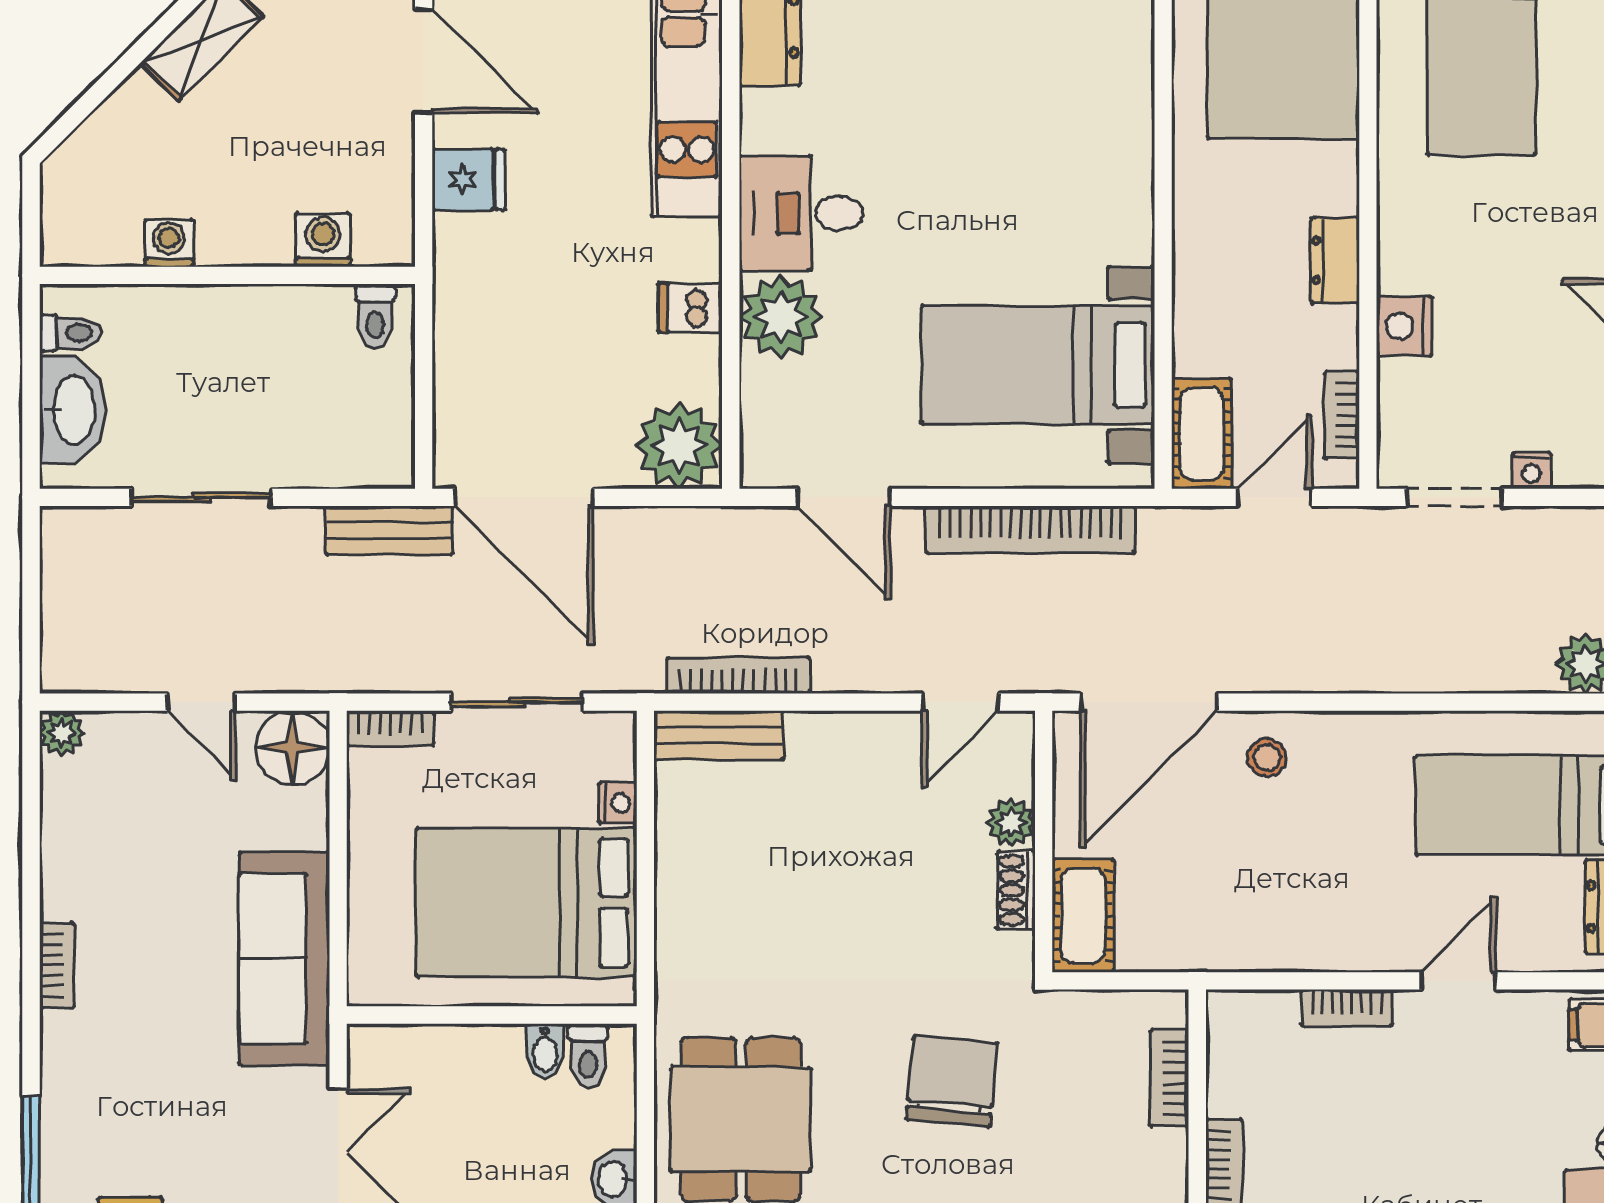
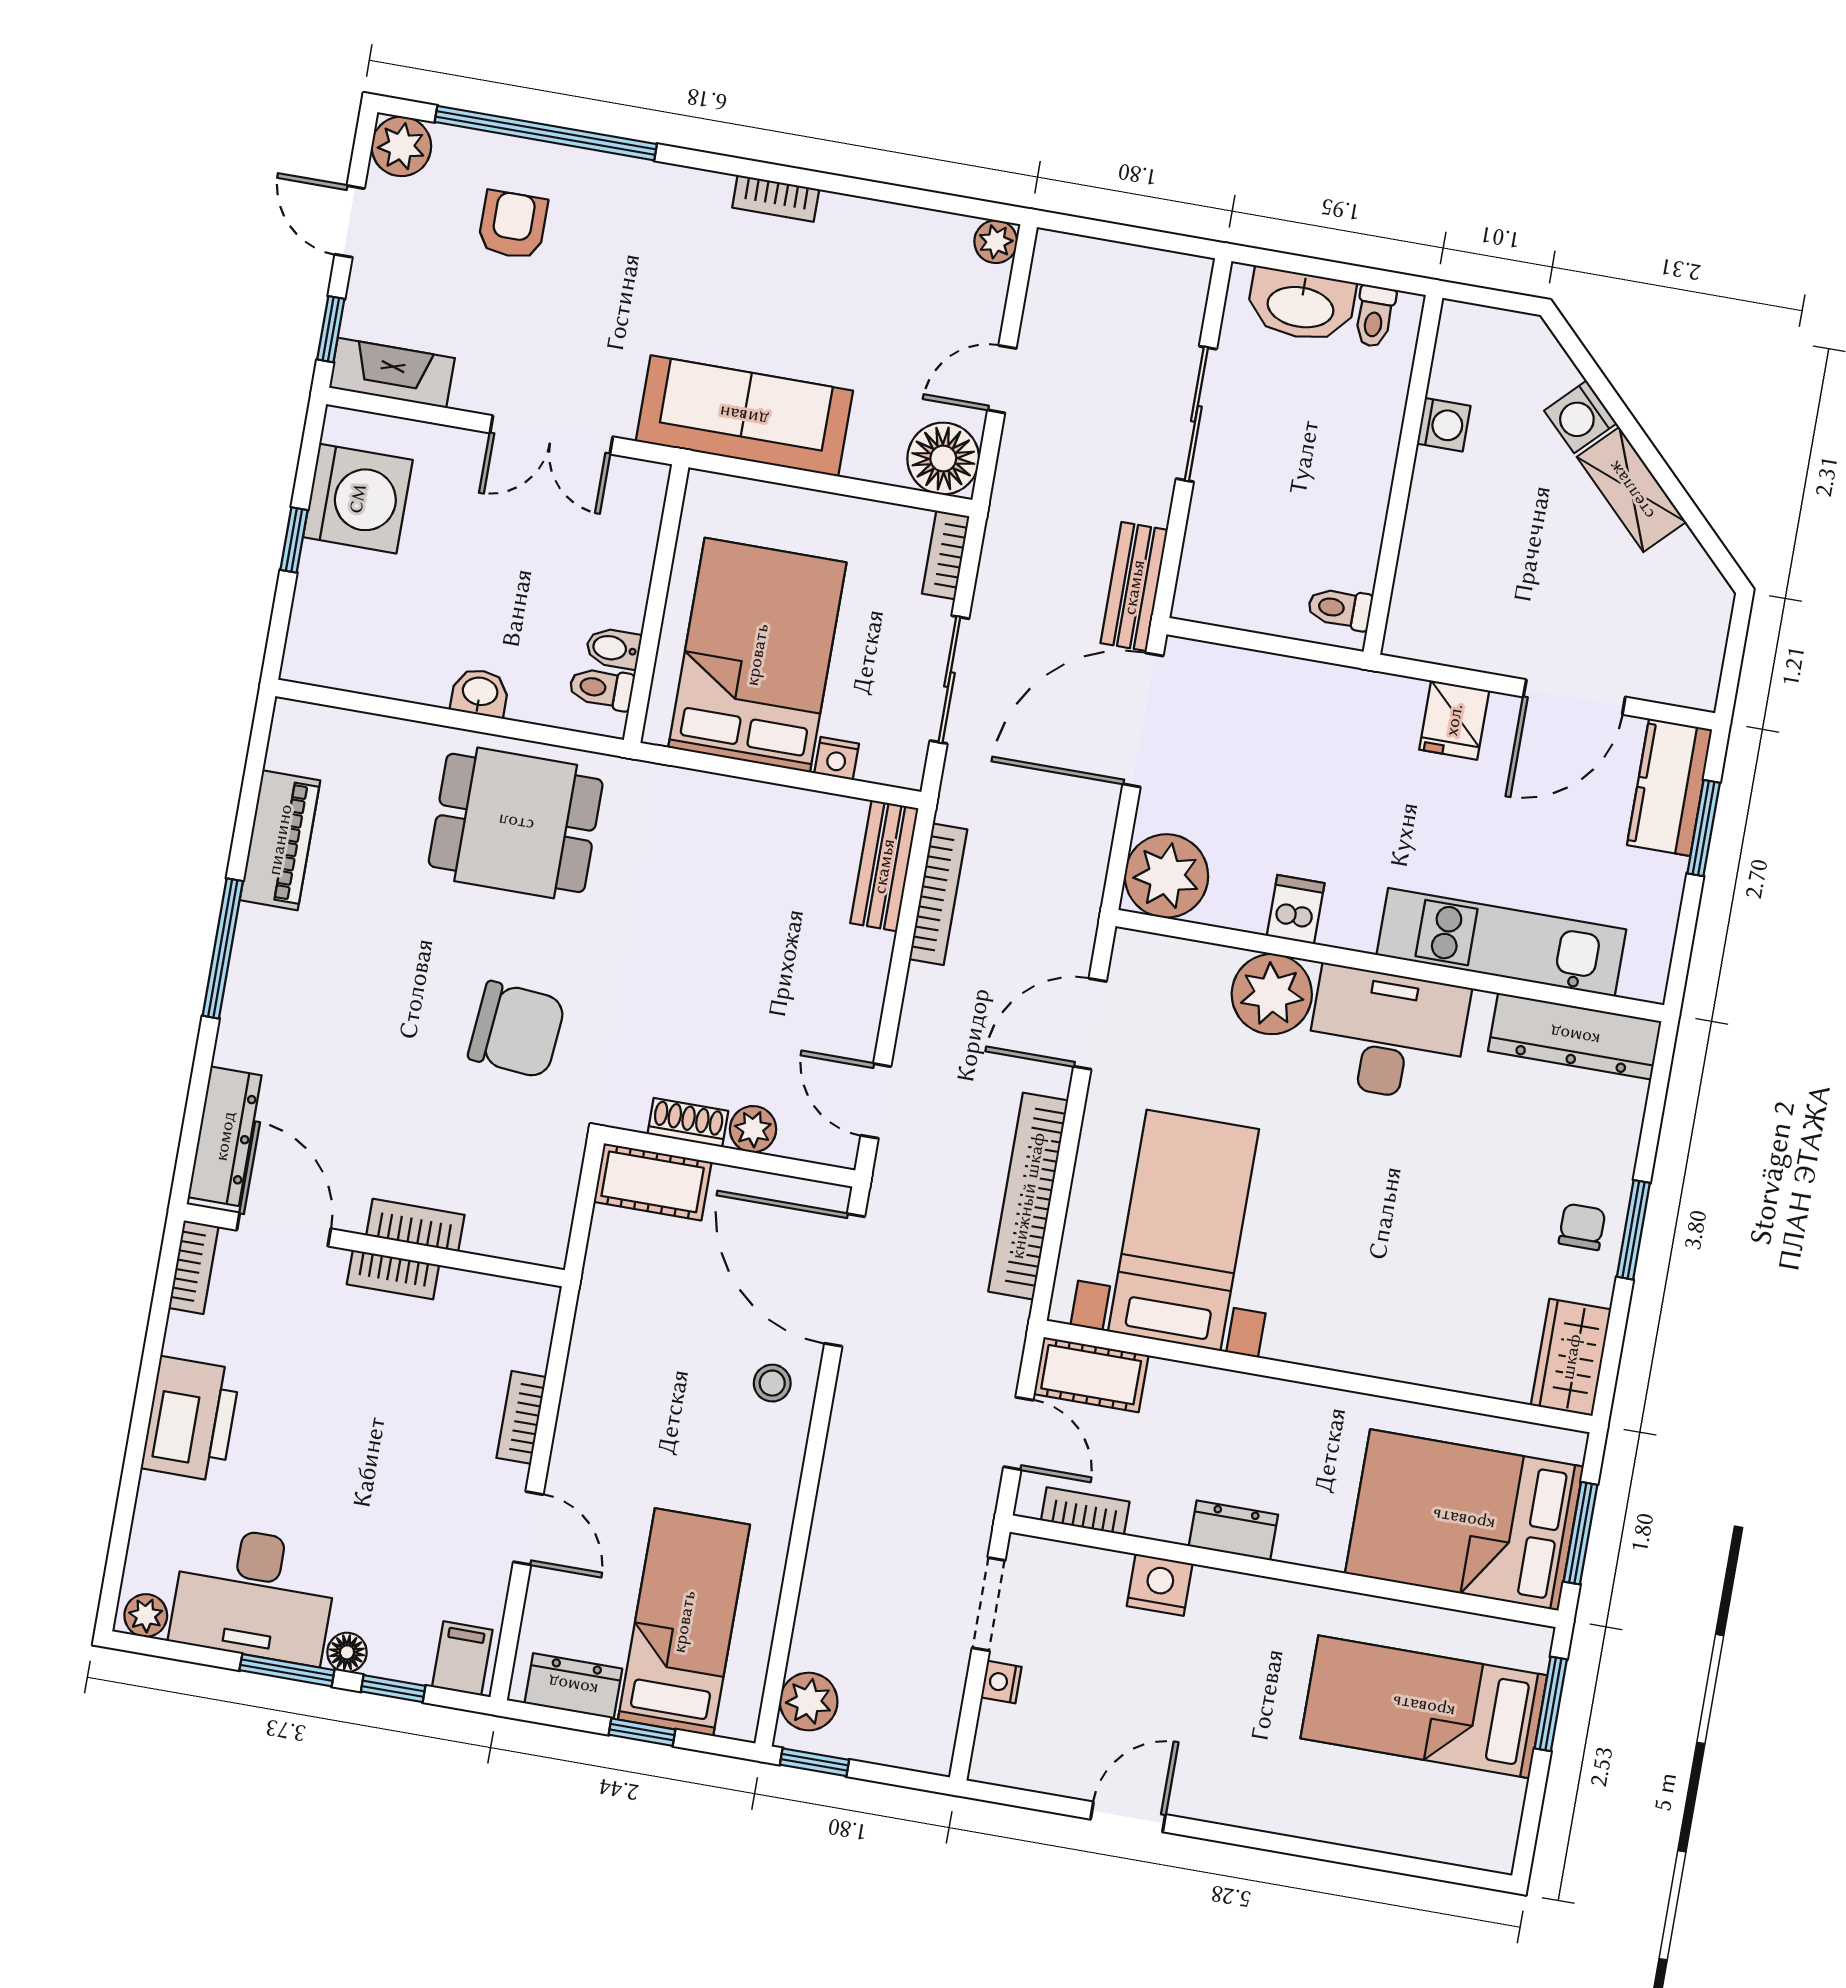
desk: (801, 213) -> (1387, 1034), width x1.37
washing machine: (323, 240) -> (1580, 417), moved, turned 135
bookcase: (1169, 1078) -> (415, 1225), moved

